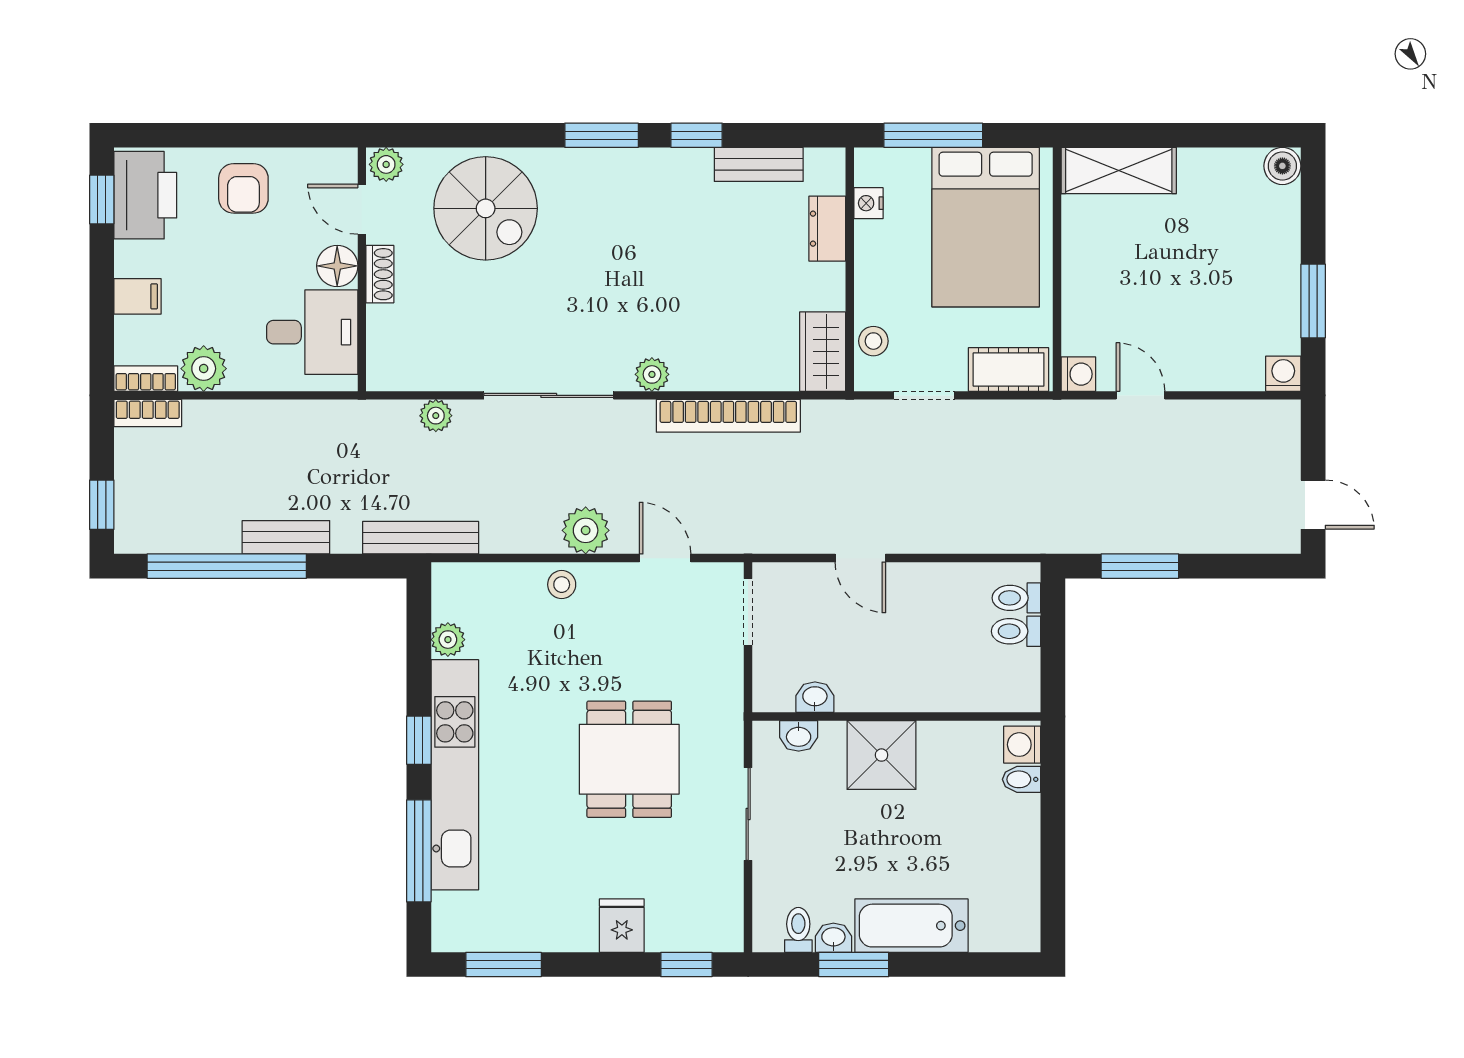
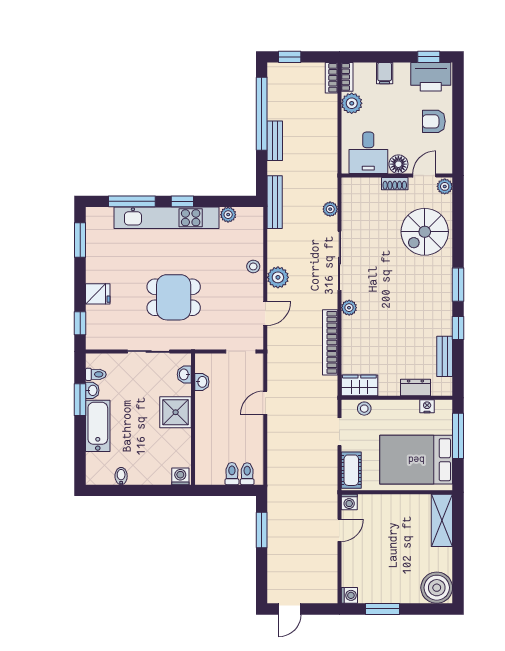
boiler: (1282, 166) -> (437, 588), width x1.86, depth x1.86
bidet: (1022, 779) -> (121, 476), moved

